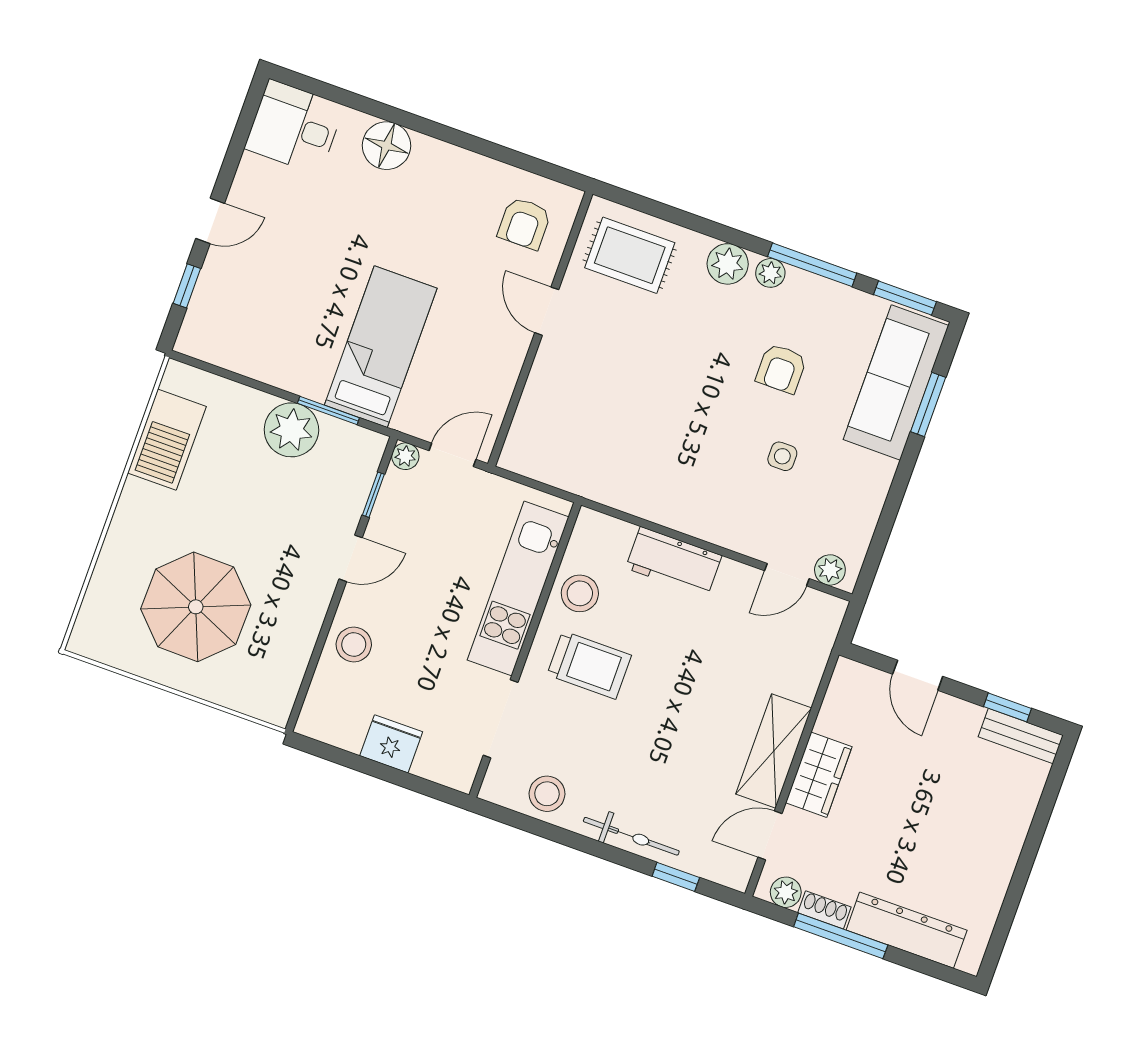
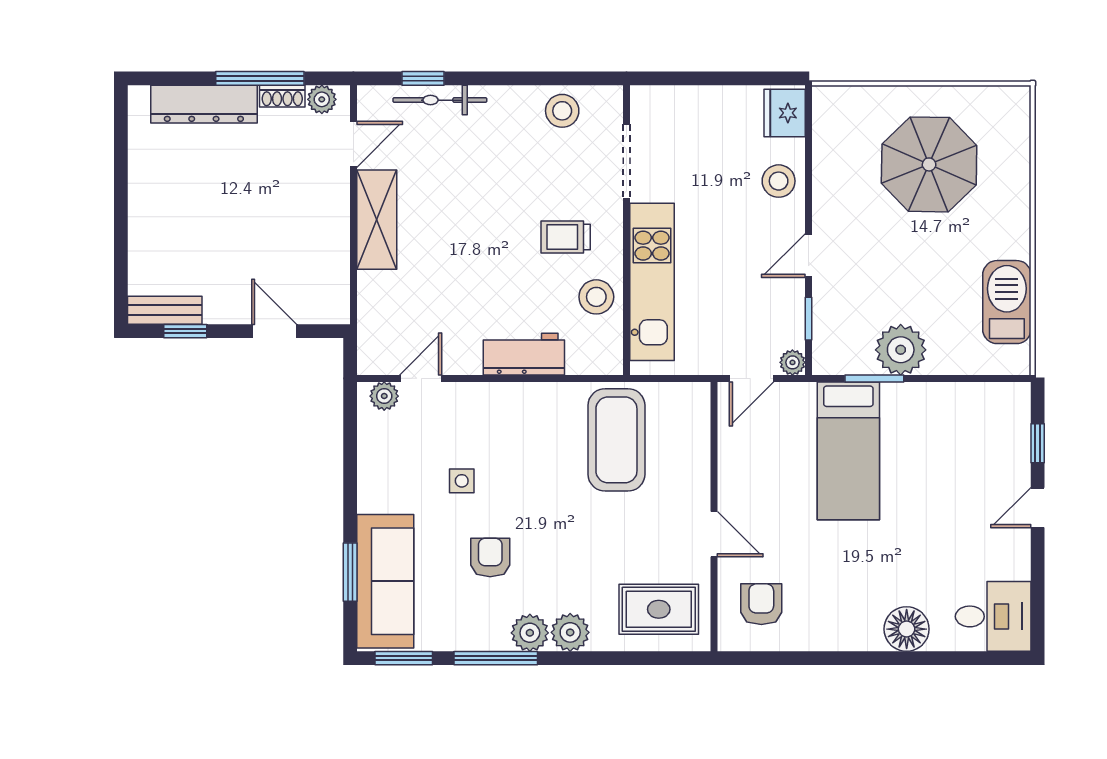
plant: (770, 273) -> (530, 633), width x1.38, depth x1.38
coffee table: (611, 442) -> (616, 440), added
trolley: (589, 665) -> (566, 237), width x0.73, depth x0.72
fridge: (391, 744) -> (785, 113), moved, turned 90
wardrobe: (819, 775) -> (330, 213), removed
bicycle: (631, 836) -> (440, 100), moved

